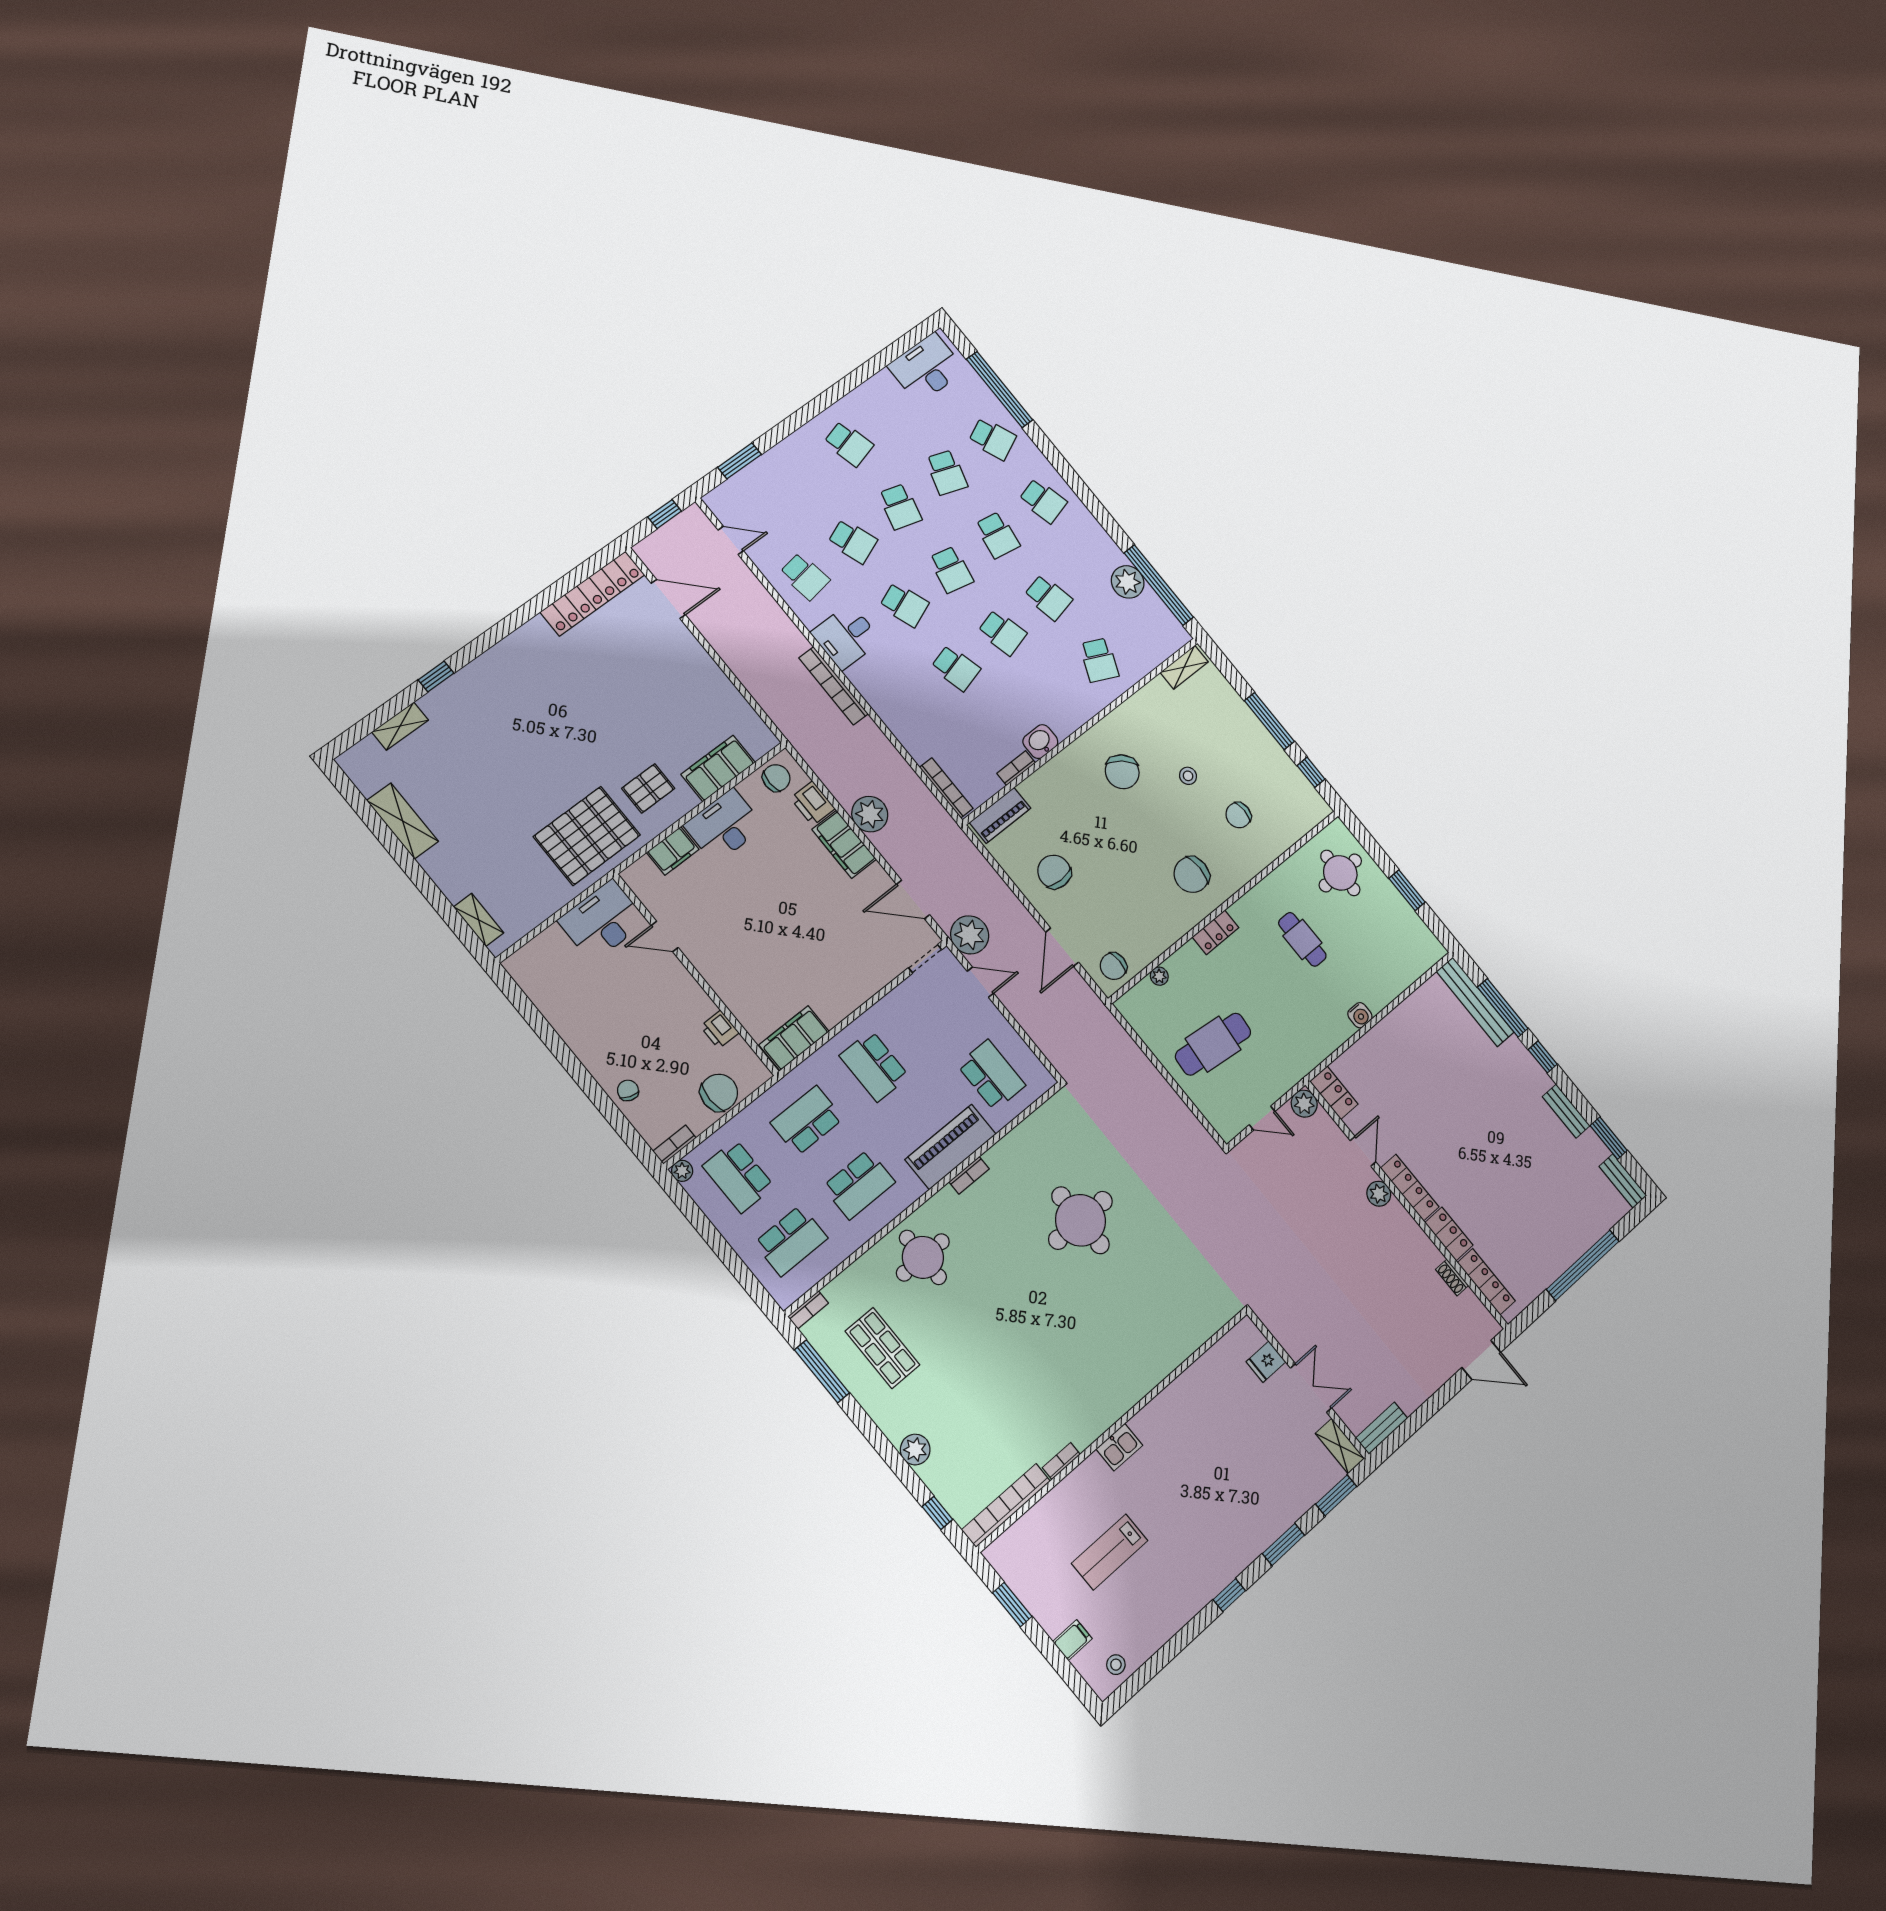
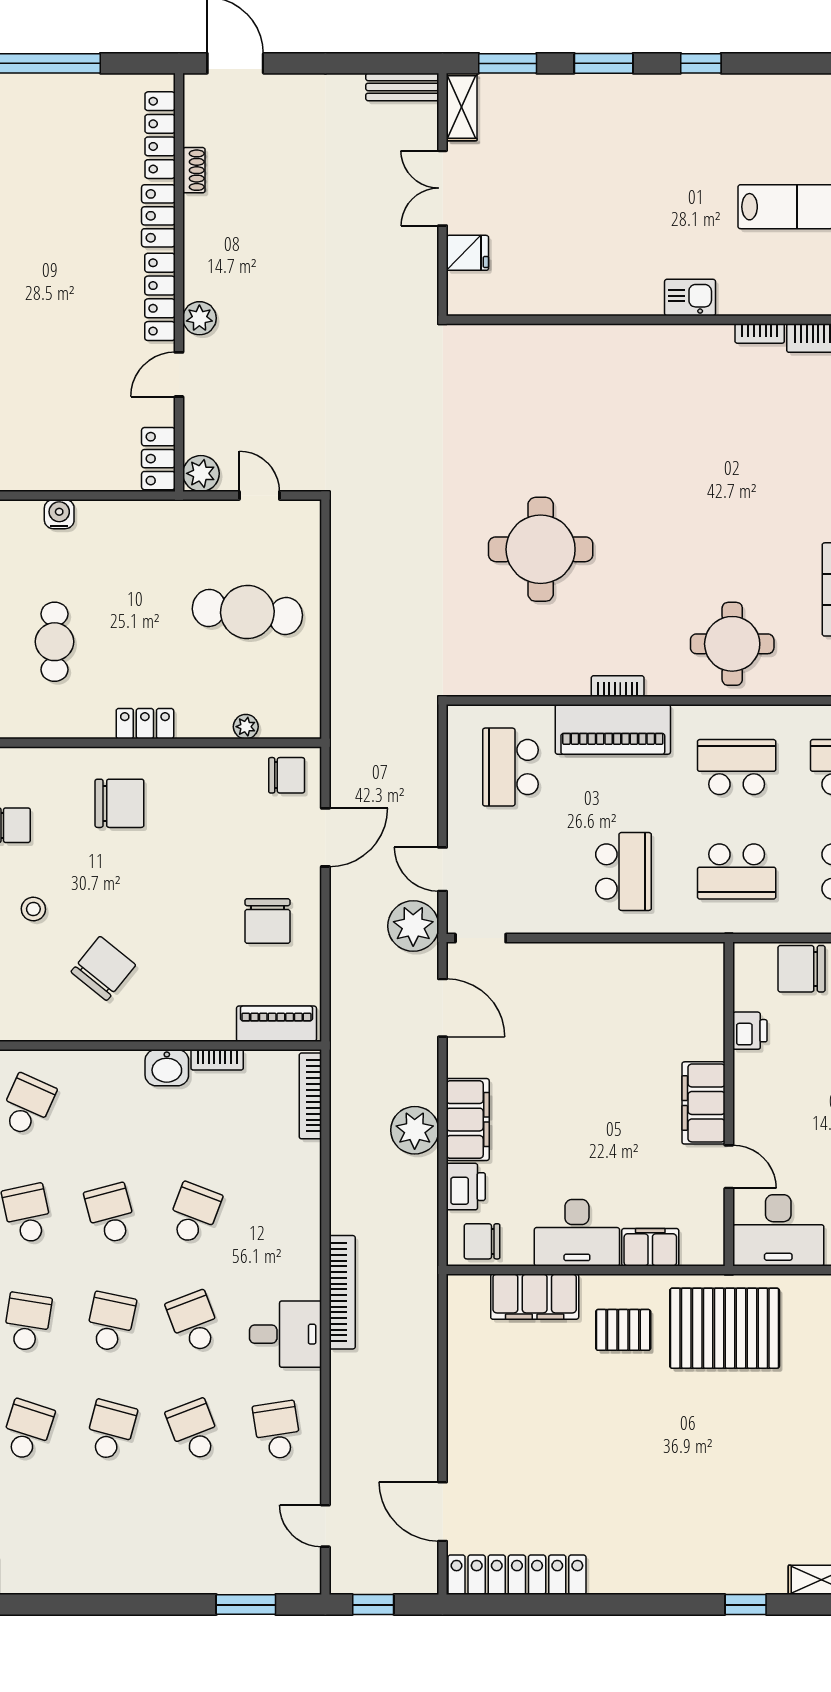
school desk: (849, 444) -> (111, 1539), removed
school desk: (956, 668) -> (194, 1214), turned 36
filing cabinet: (794, 1038) -> (704, 1103), moved, turned 90

